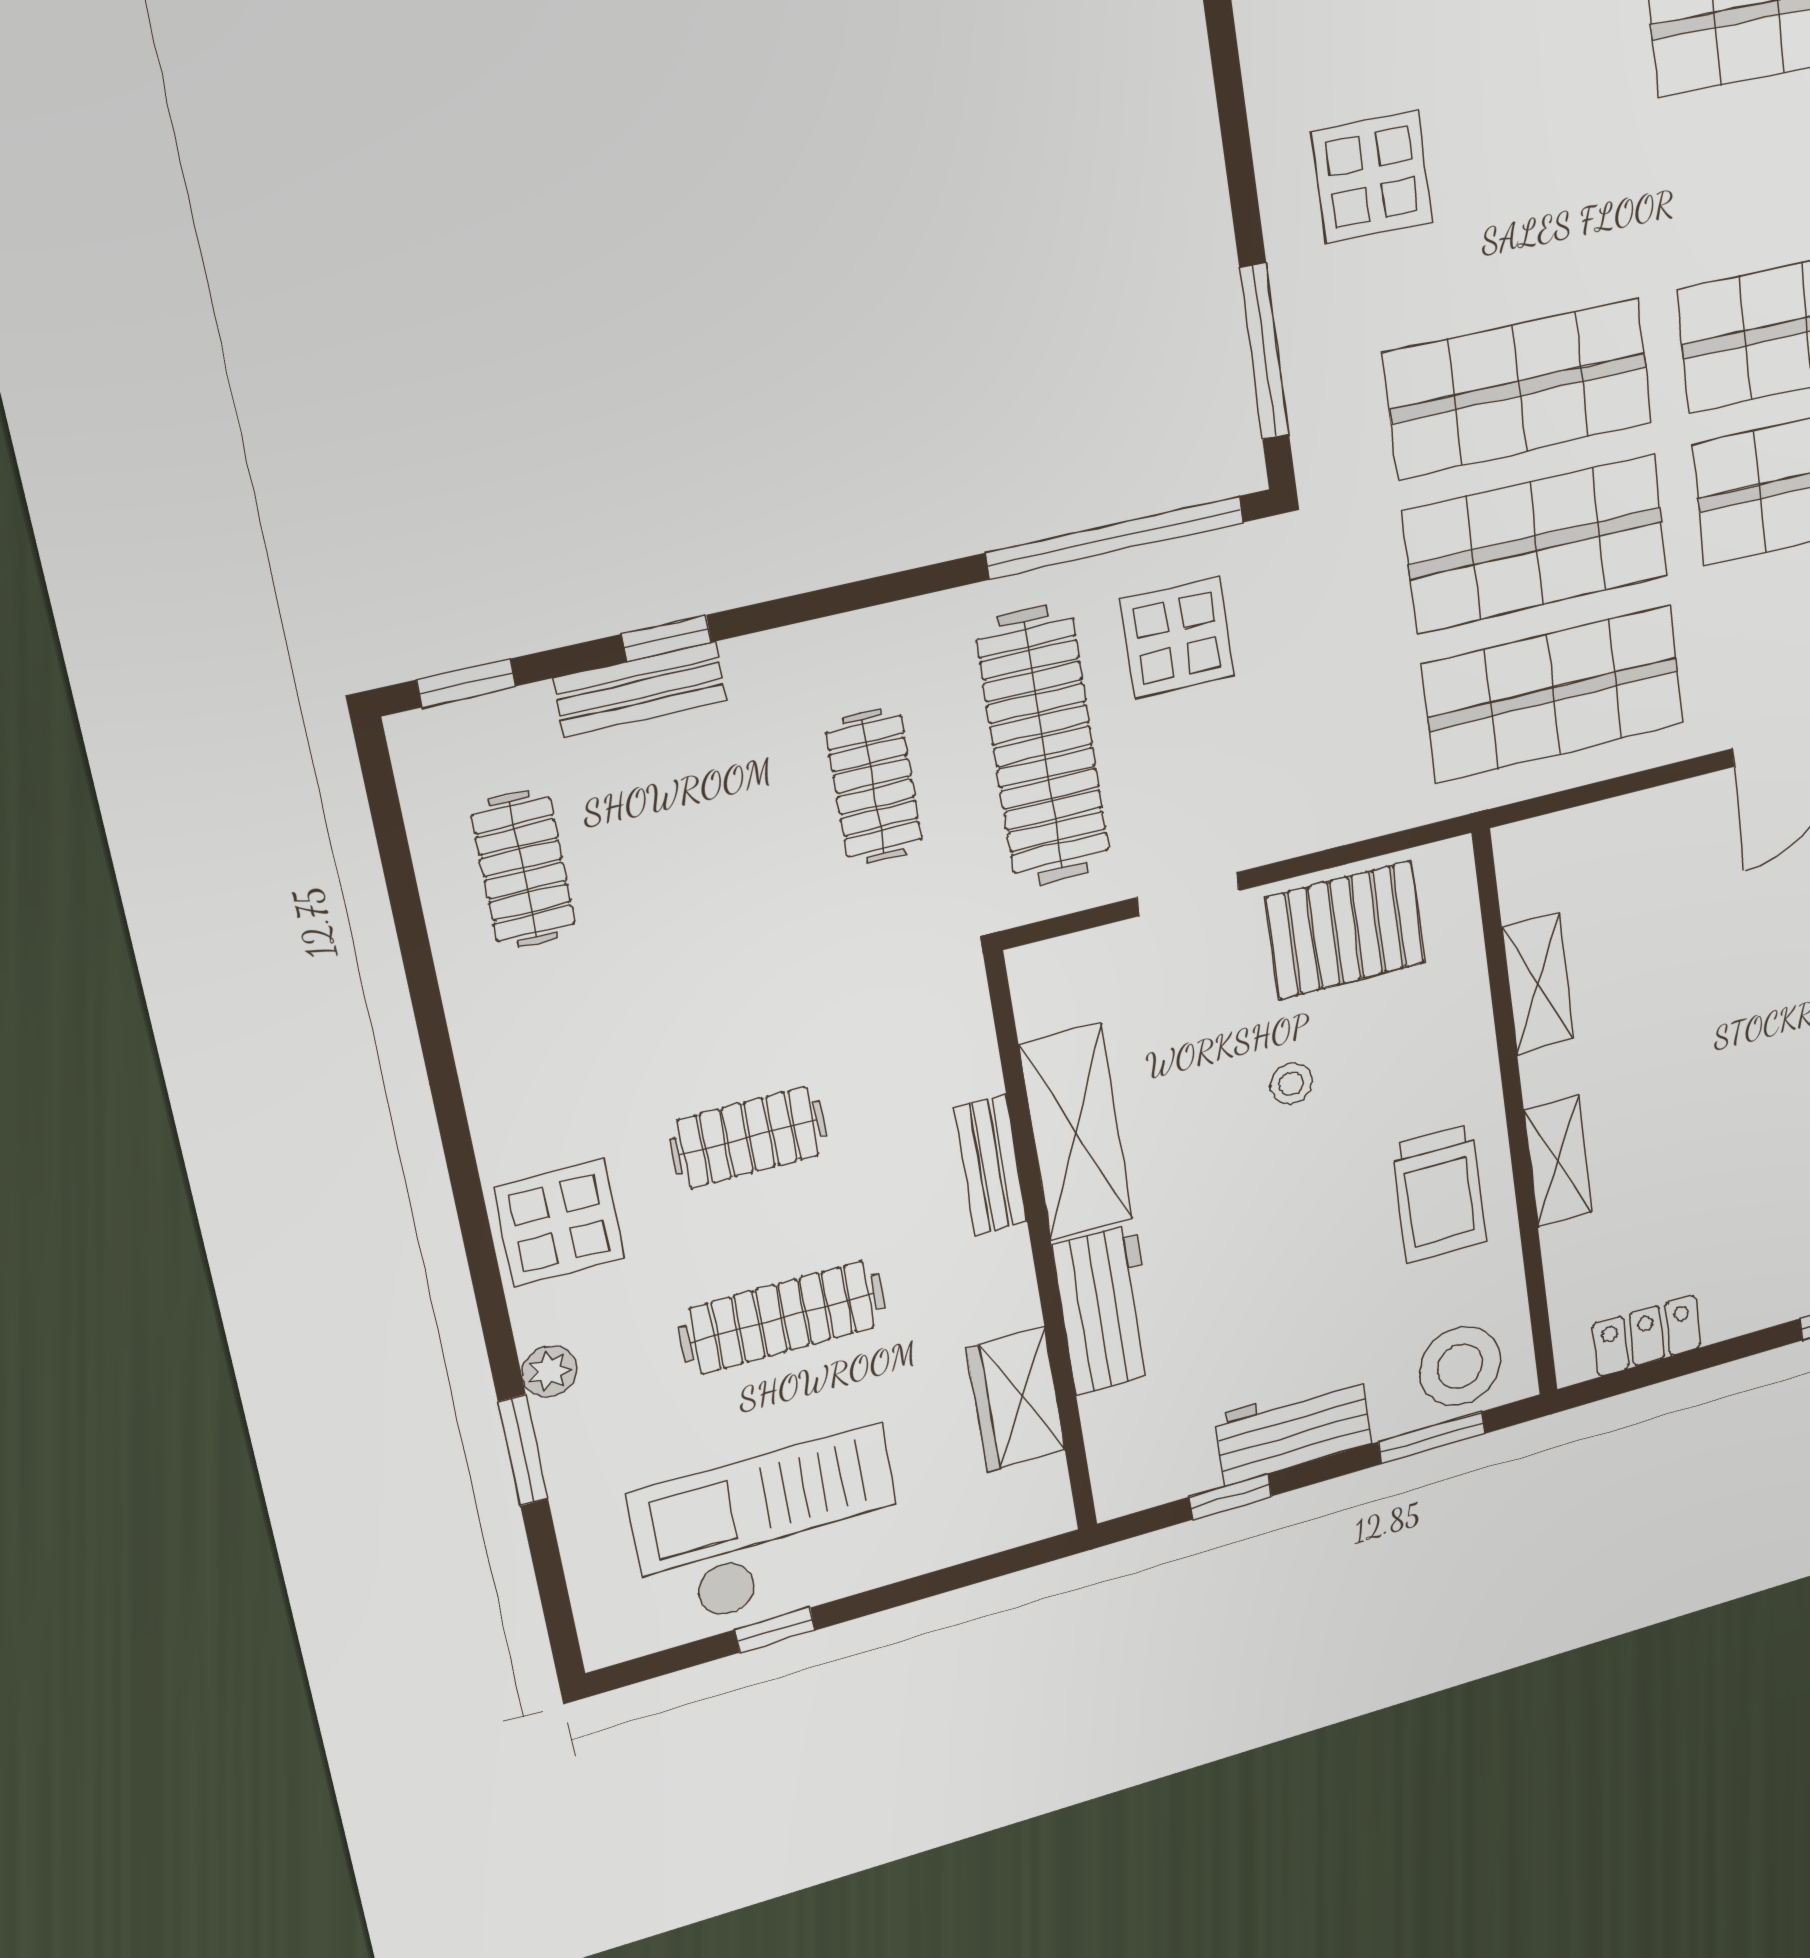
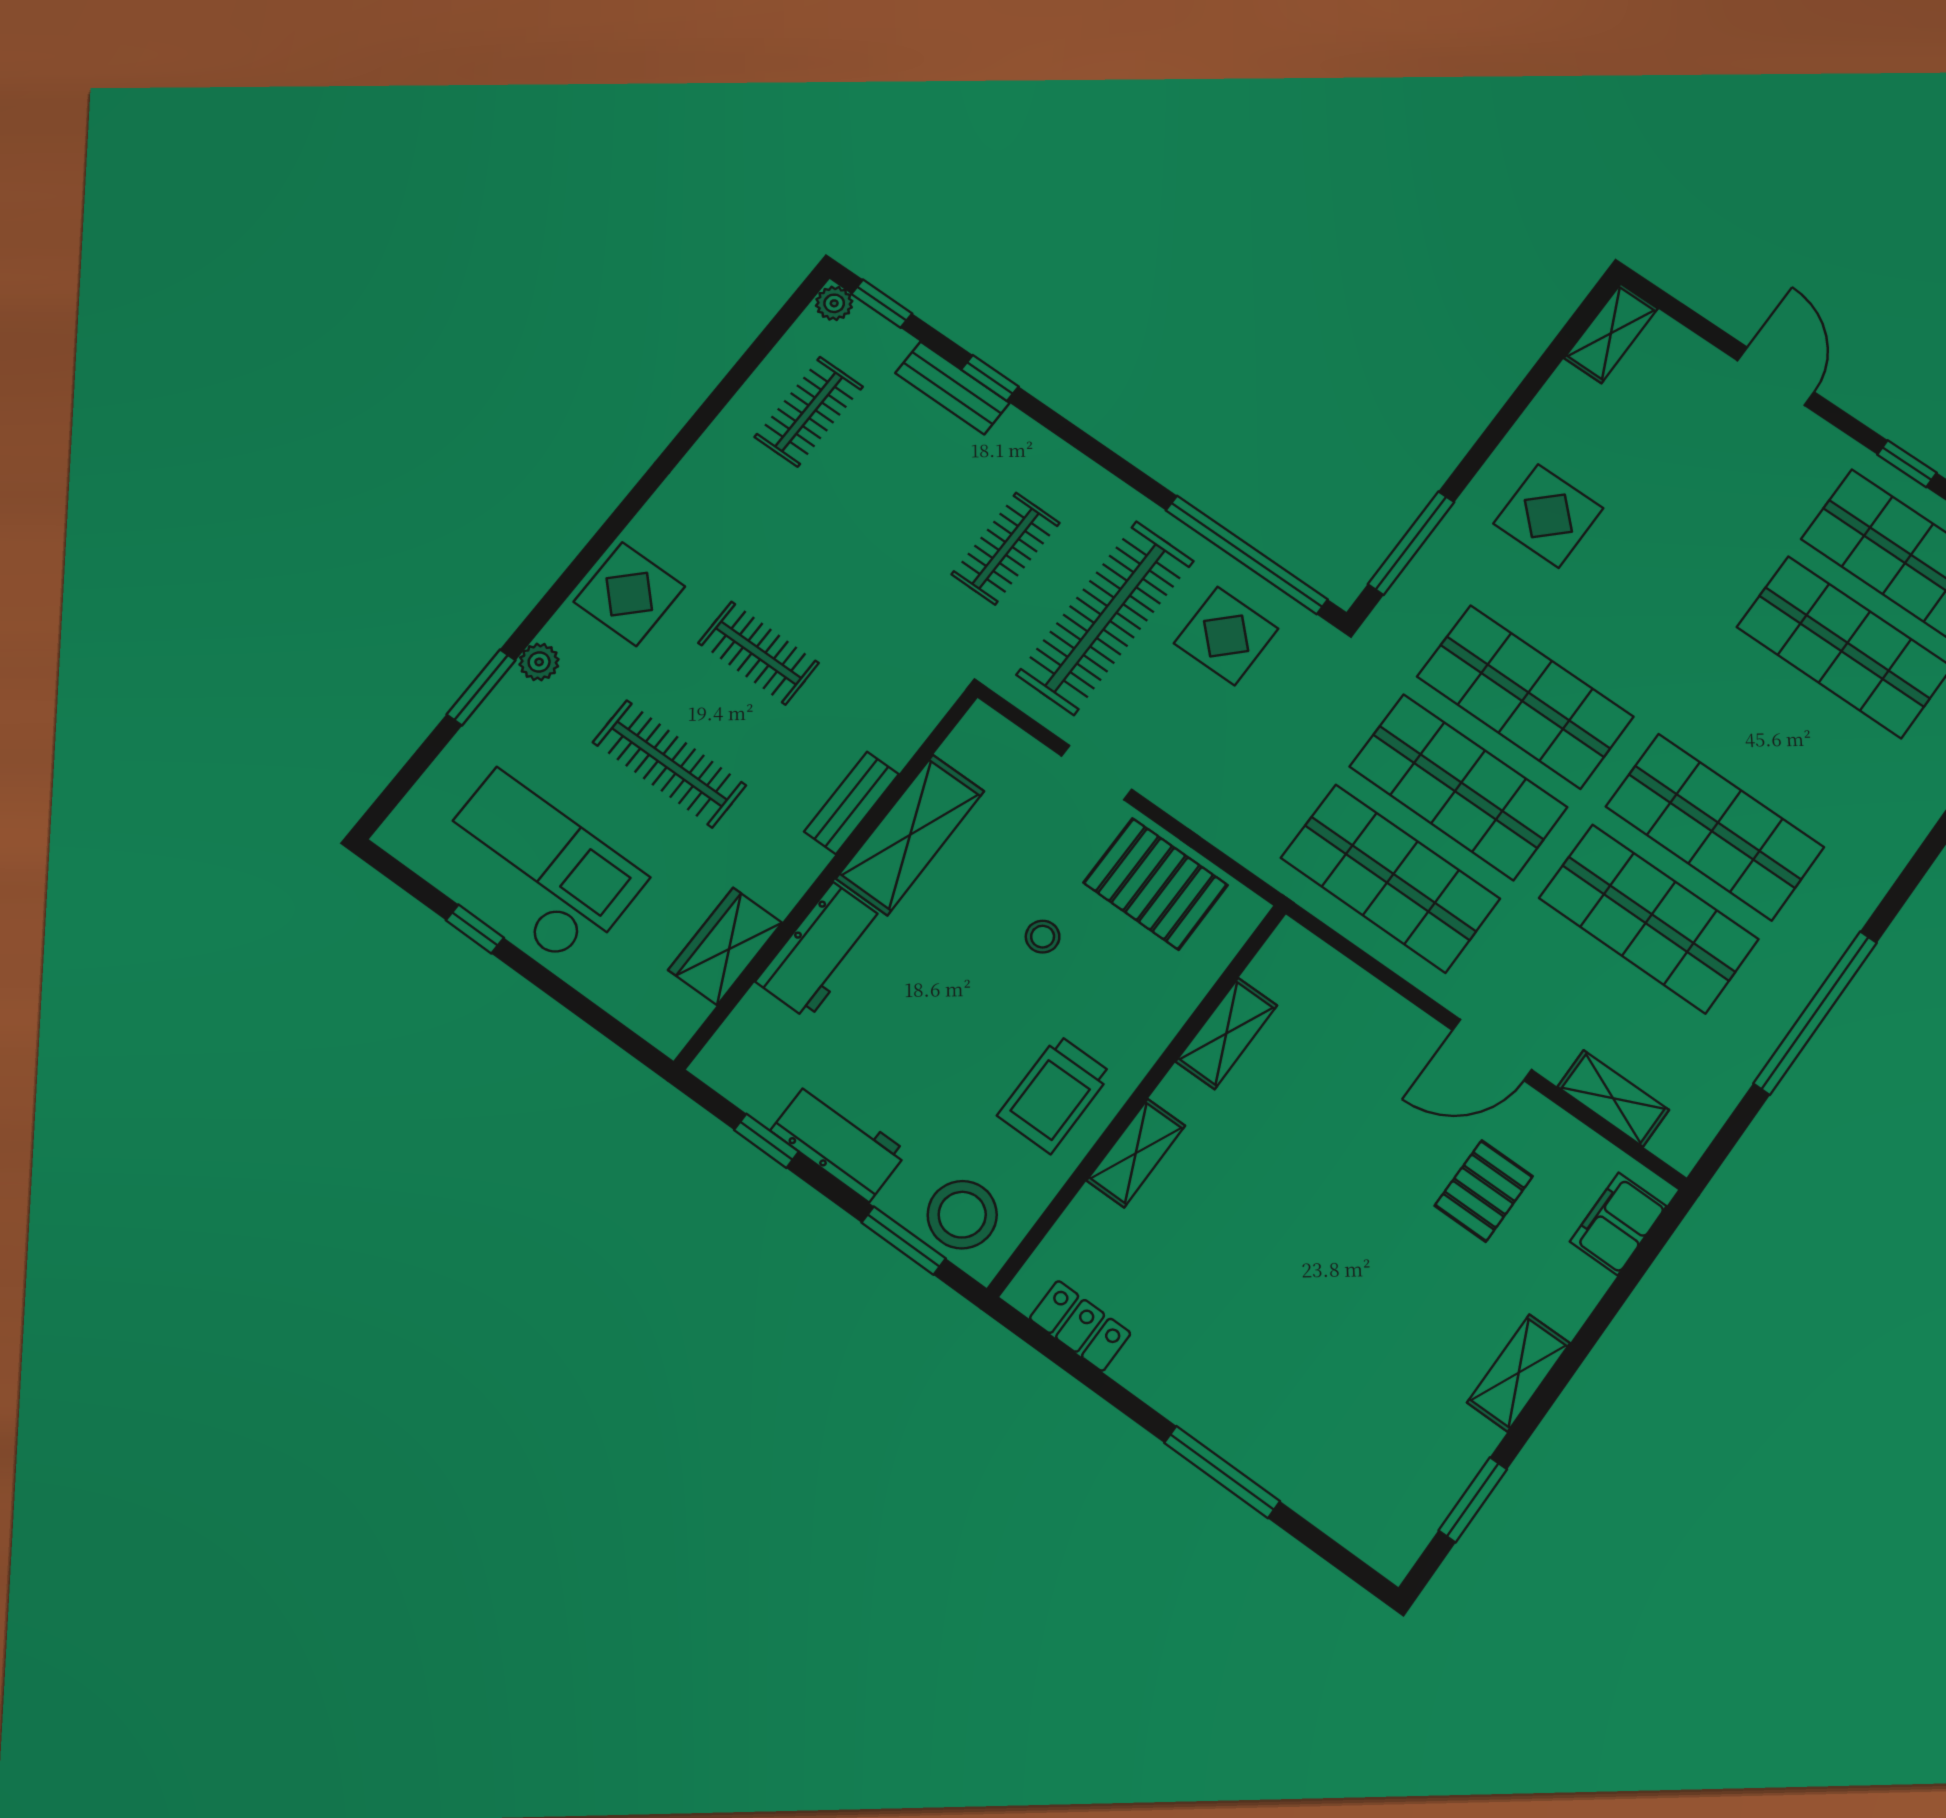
plant: (417, 736) -> (834, 303), added

